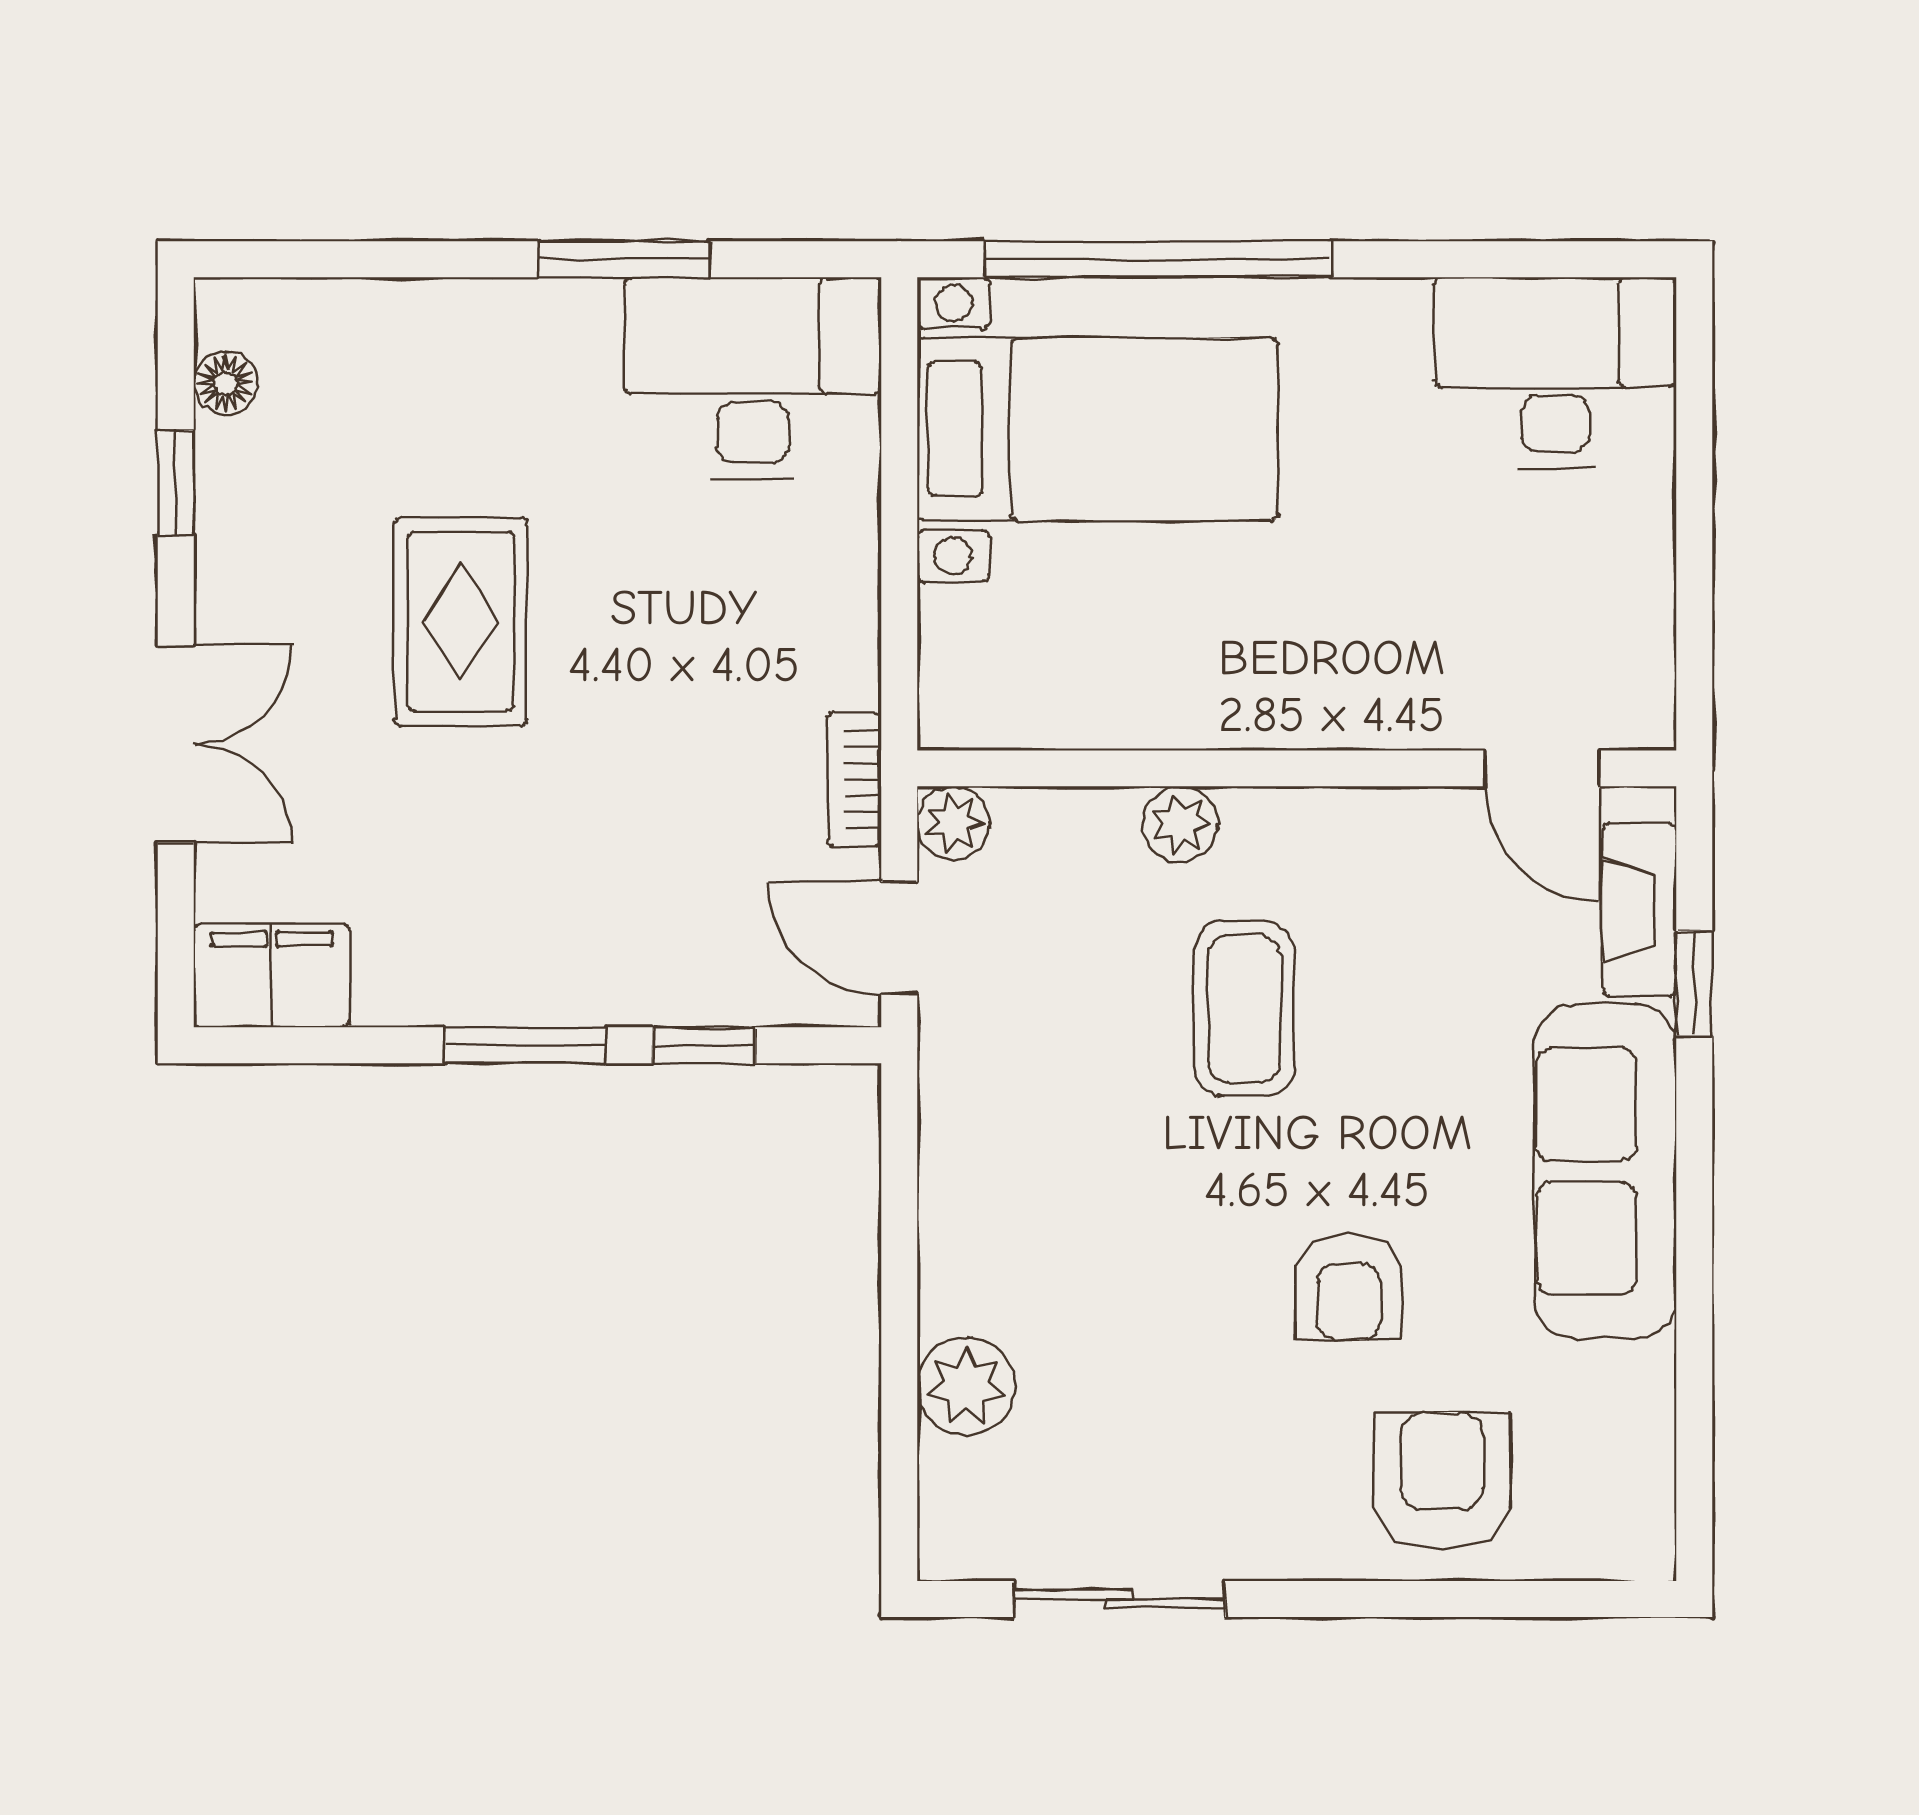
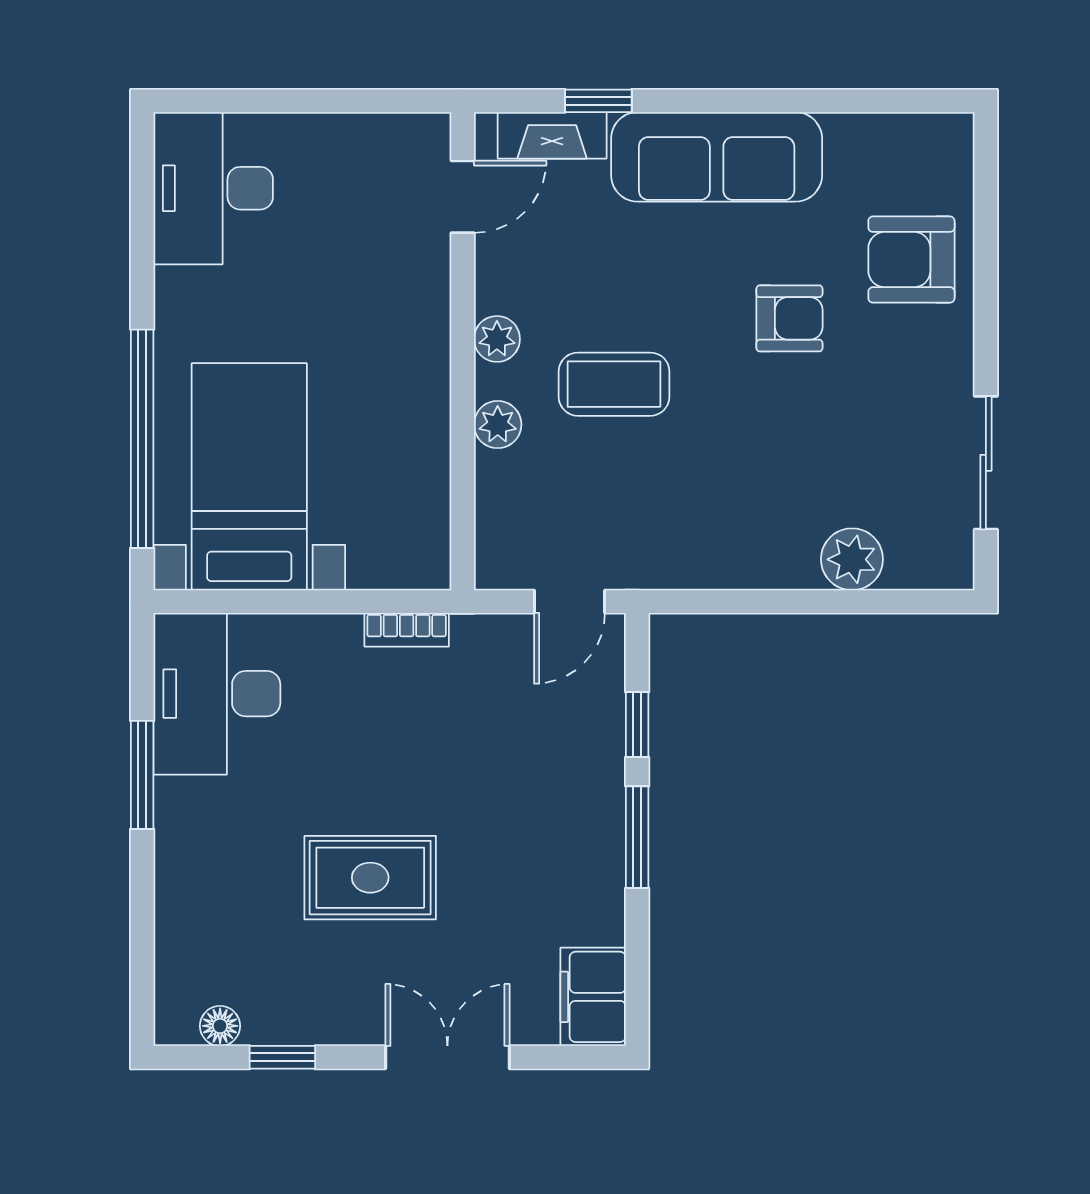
bookcase: (854, 780) -> (407, 630), moved
plant: (953, 823) -> (497, 339), moved

